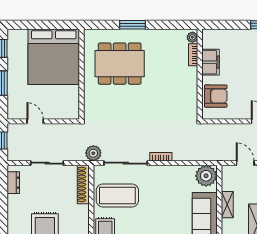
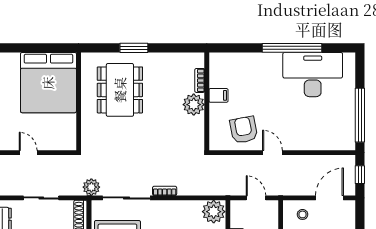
plant: (192, 37) -> (194, 105), moved, width x1.87, depth x1.87
filing cabinet: (210, 62) -> (218, 95), width x0.50
dining table: (120, 64) -> (120, 90), turned 90
armchair: (216, 96) -> (244, 130), moved, turned -101

